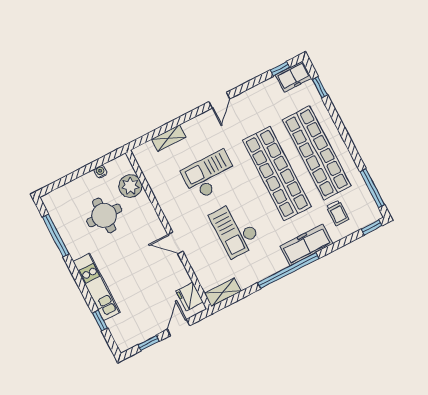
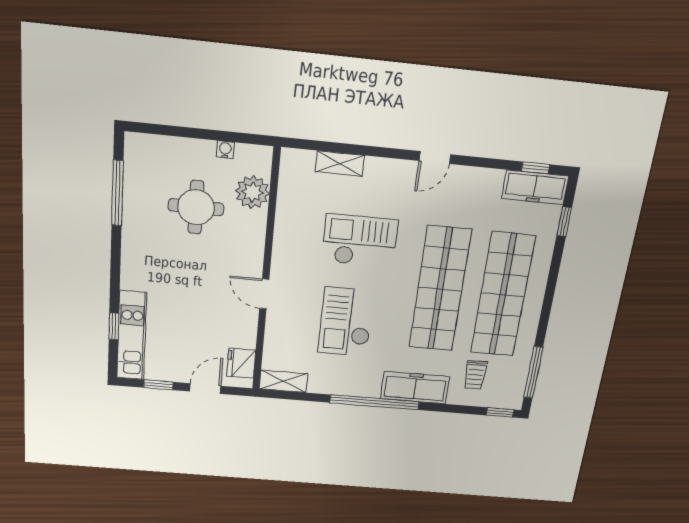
freezer: (294, 77) -> (535, 187), width x1.40
kitchen unit: (97, 287) -> (132, 336), moved

